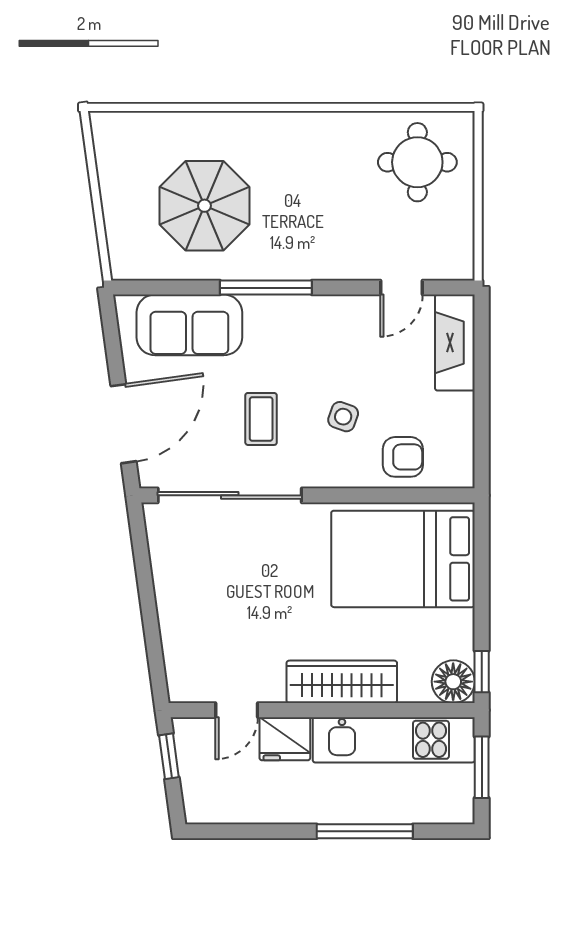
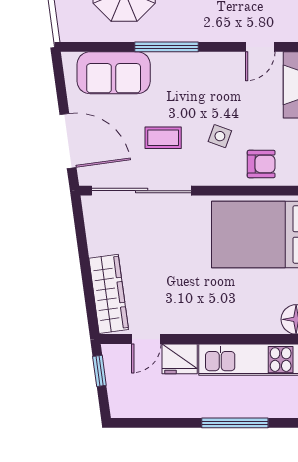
coffee table: (261, 419) -> (163, 138), turned 90
door: (123, 424) -> (68, 141), hinge flipped
wardrobe: (342, 682) -> (109, 294), moved, turned 82

